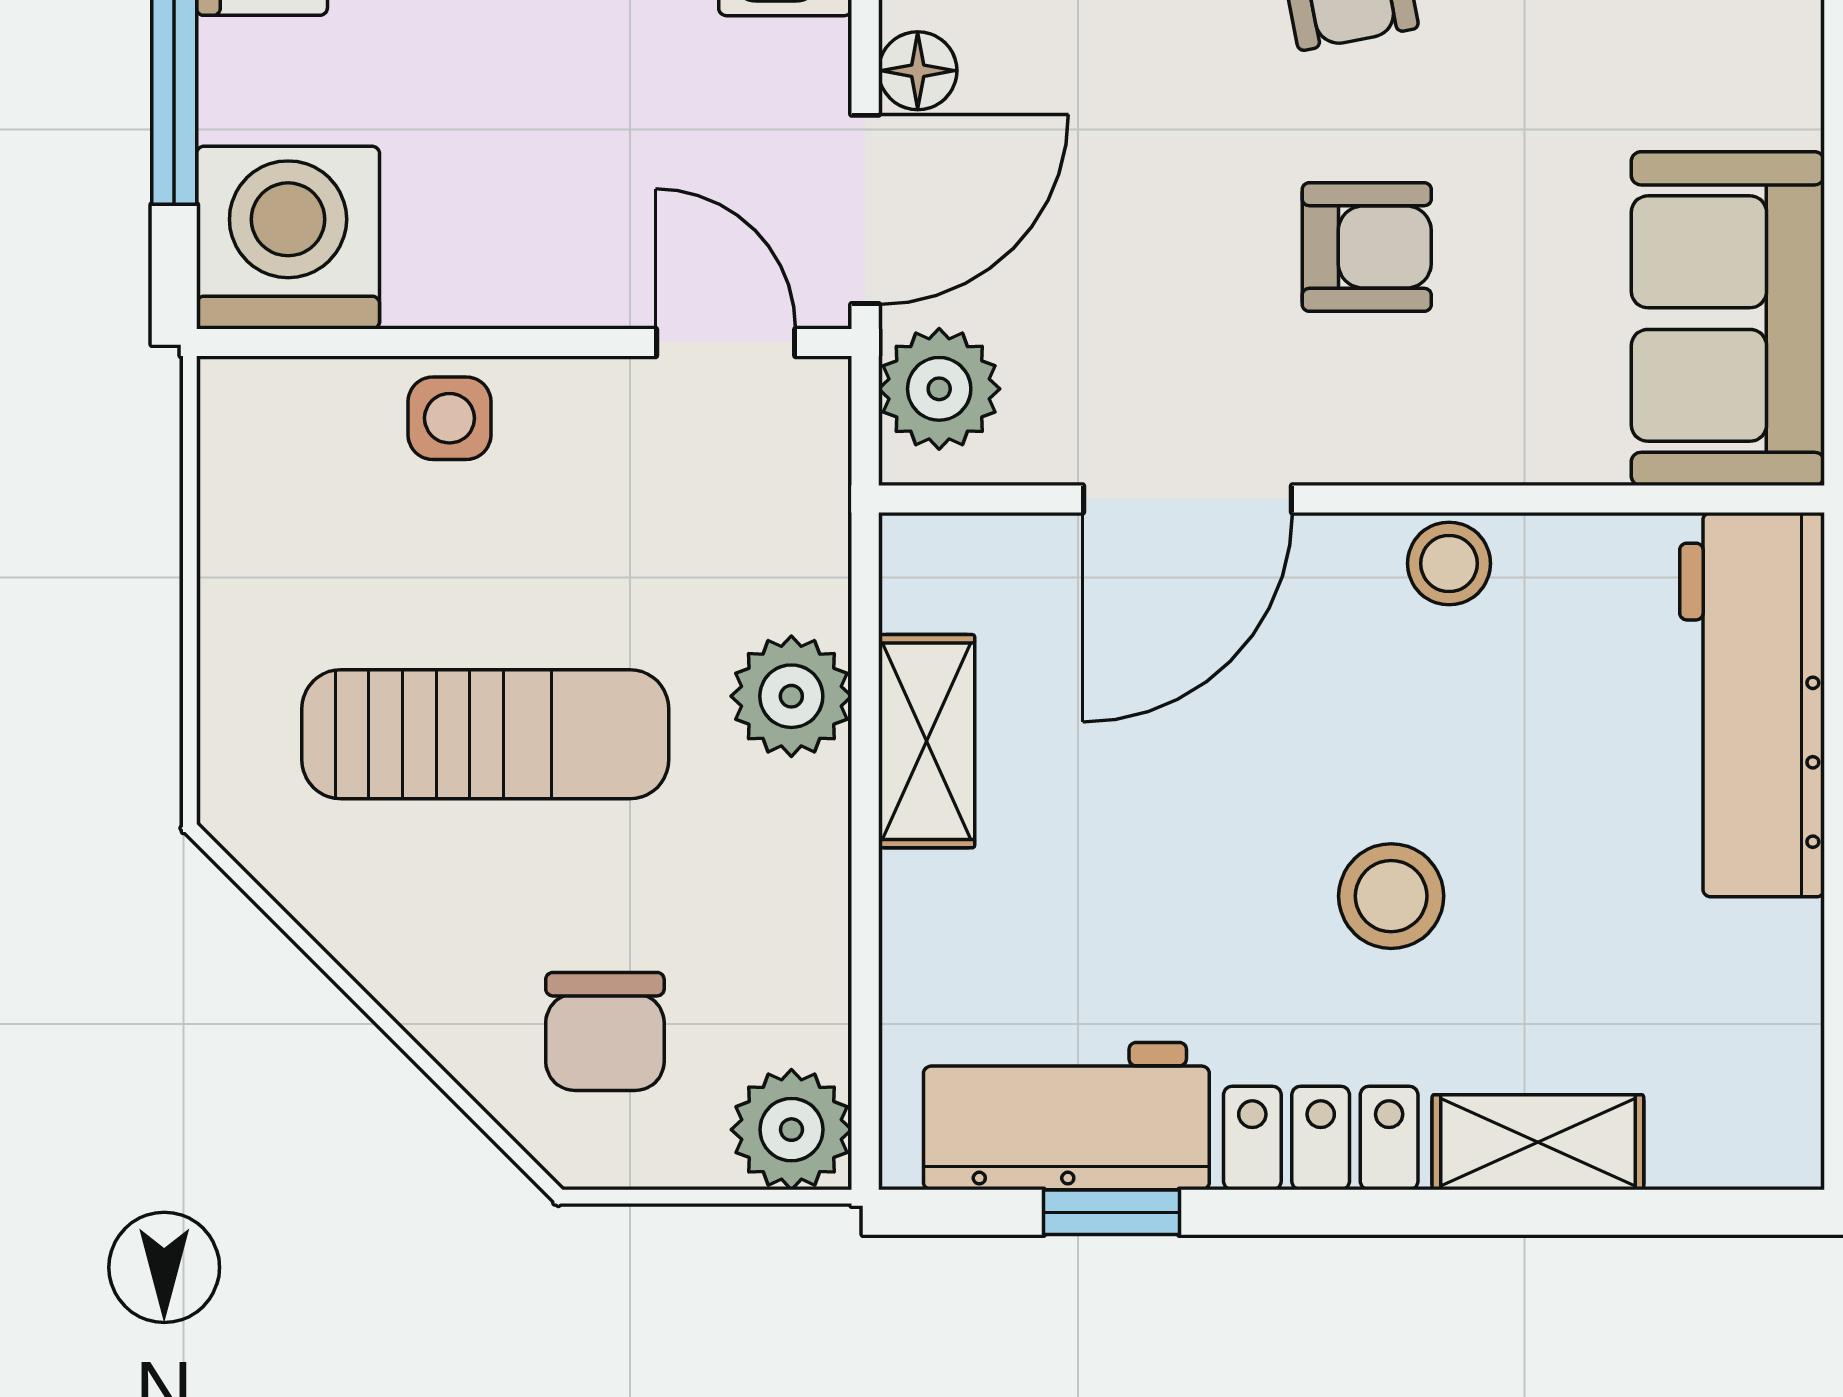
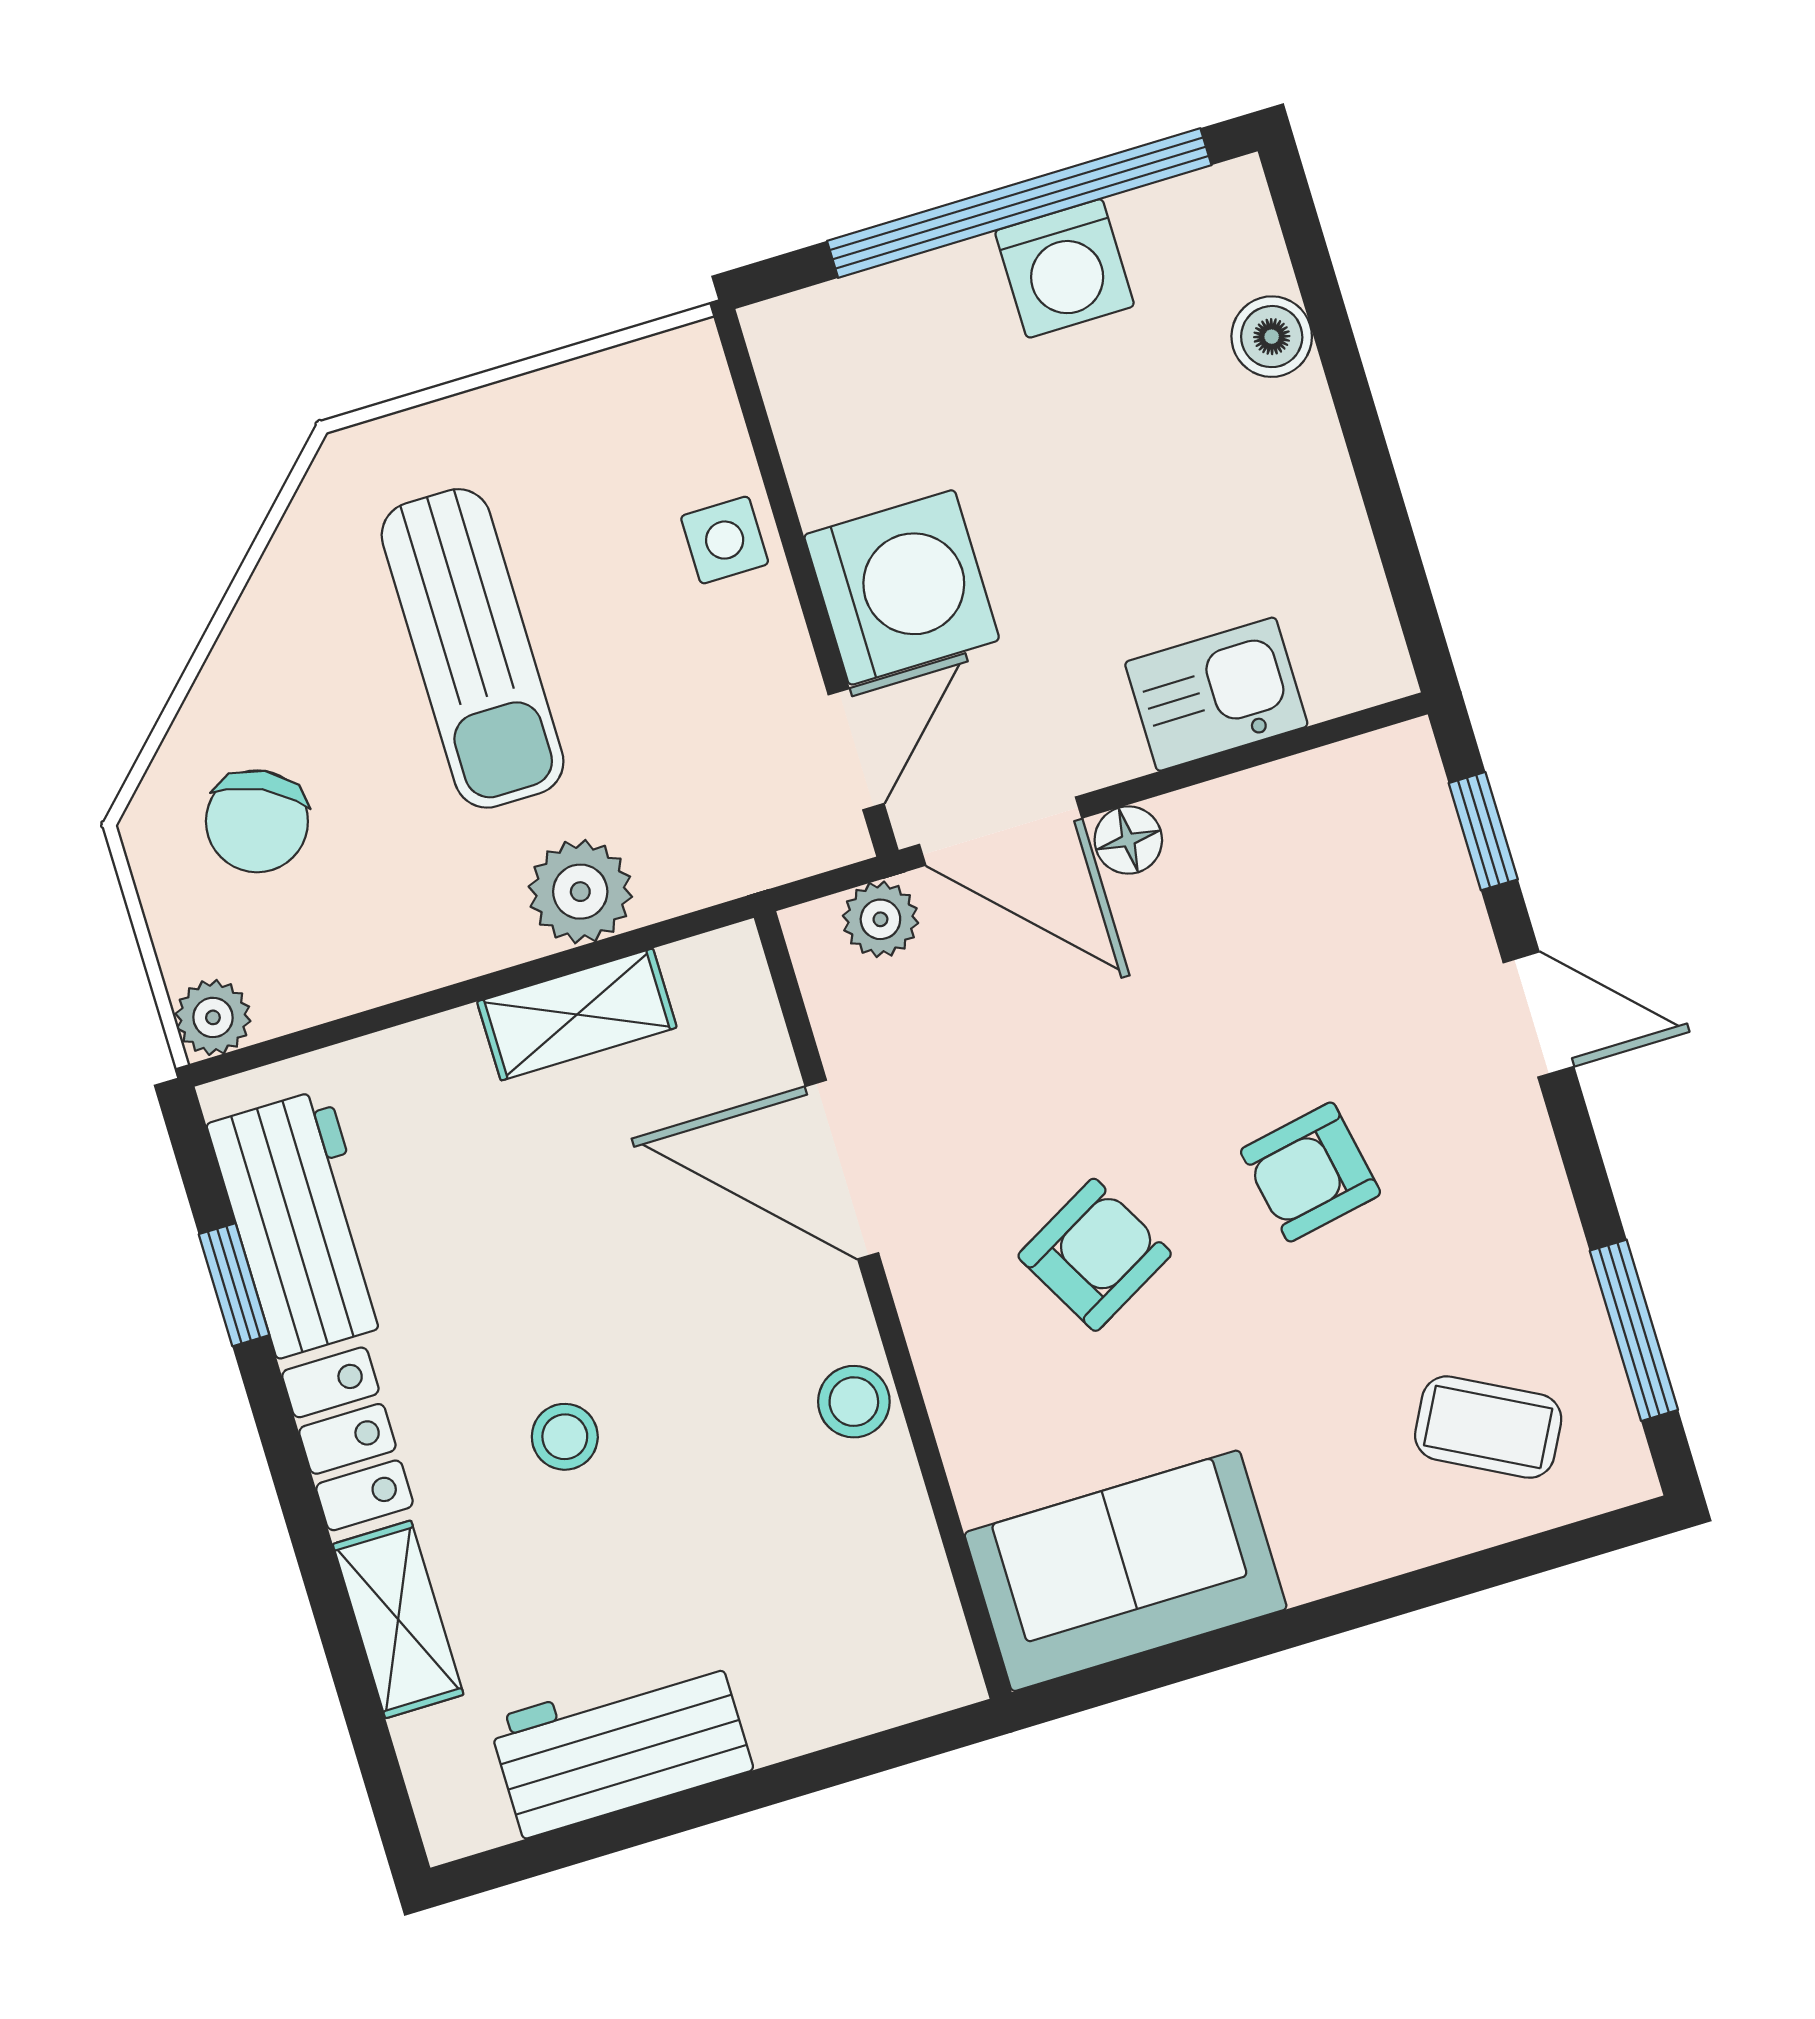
washing machine: (288, 238) -> (902, 587), moved
armchair: (1367, 247) -> (1095, 1255), turned -119
plant: (939, 389) -> (880, 919), width x0.73, depth x0.73
workbench: (1752, 705) -> (621, 1745), moved, width x0.73
stool: (1391, 896) -> (565, 1437), width x0.73, depth x0.73
chair: (605, 1031) -> (257, 821), turned -64
plant: (791, 1130) -> (213, 1017), width x0.73, depth x0.73

